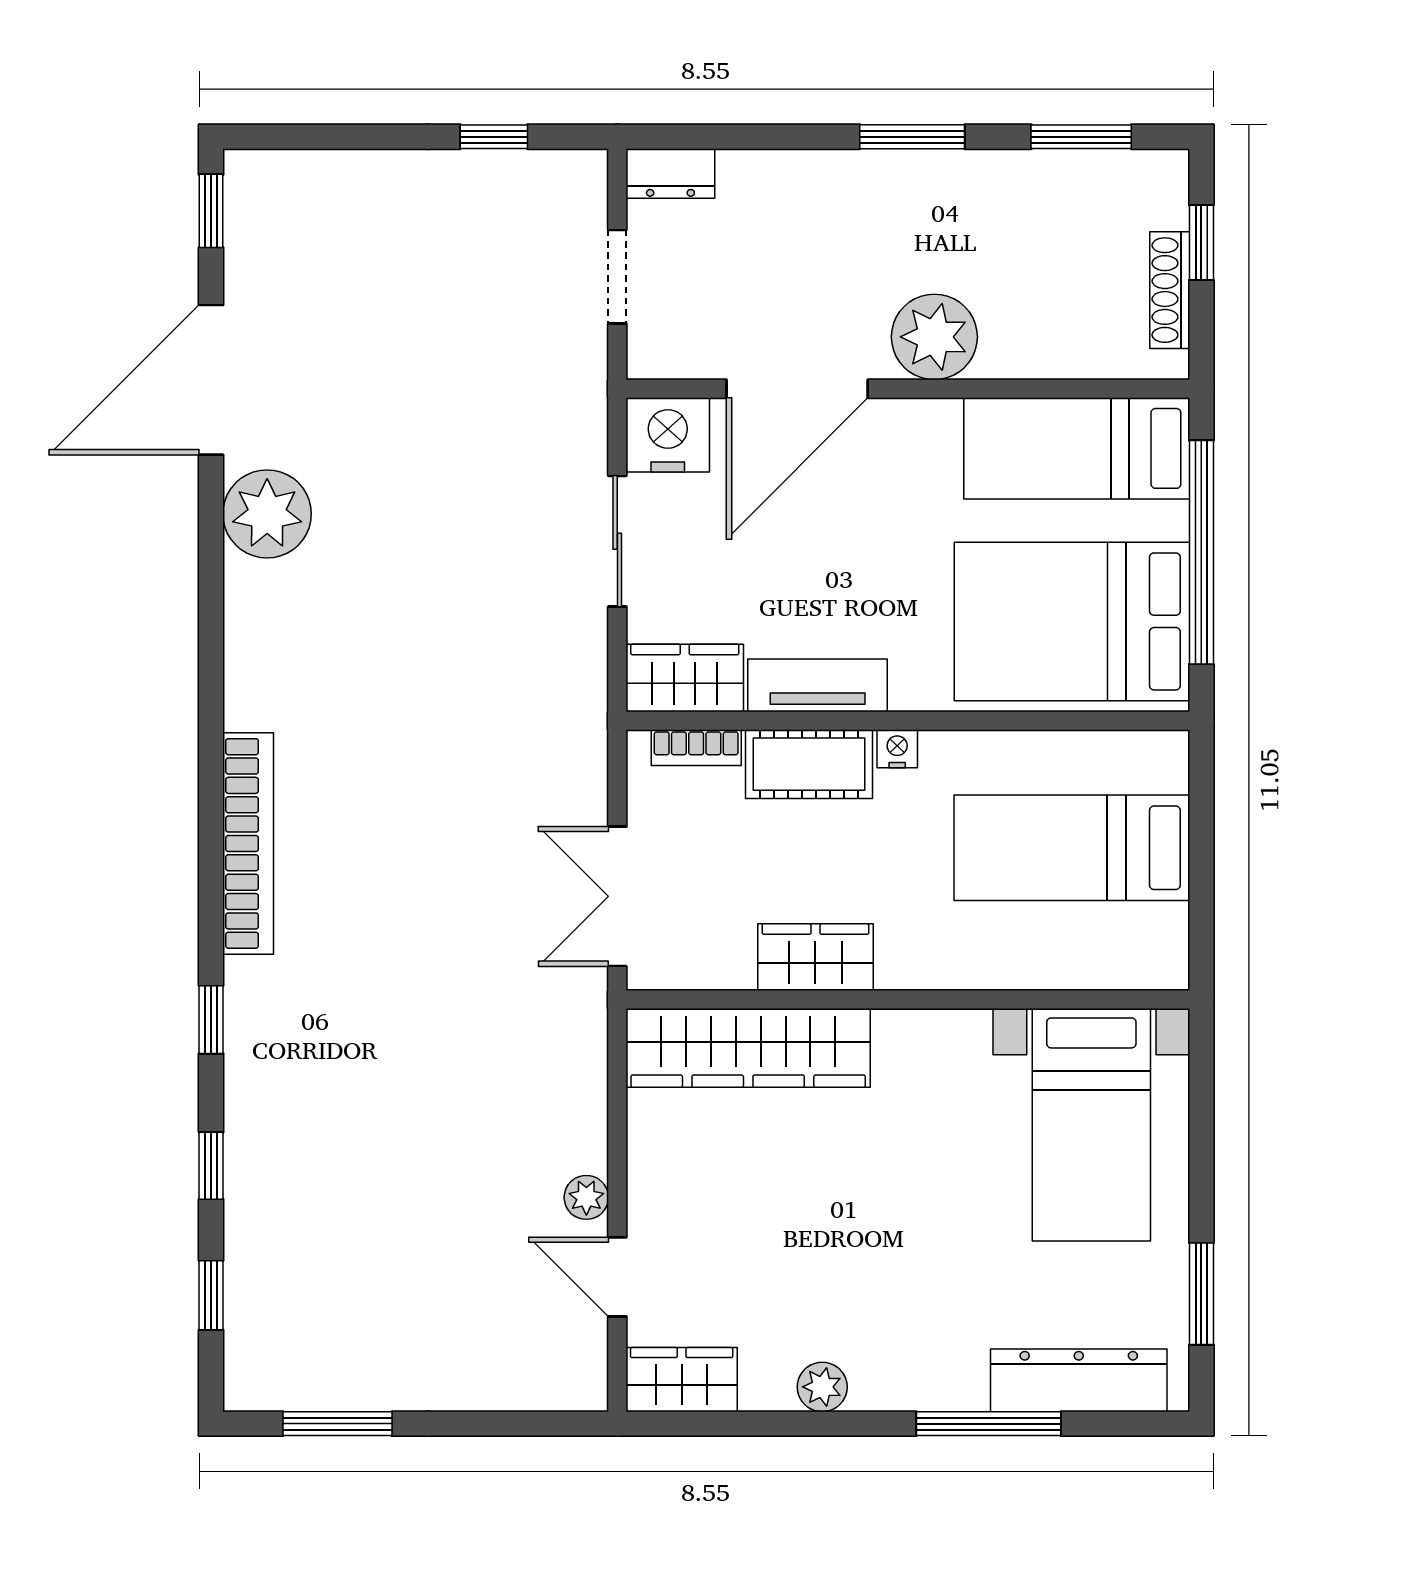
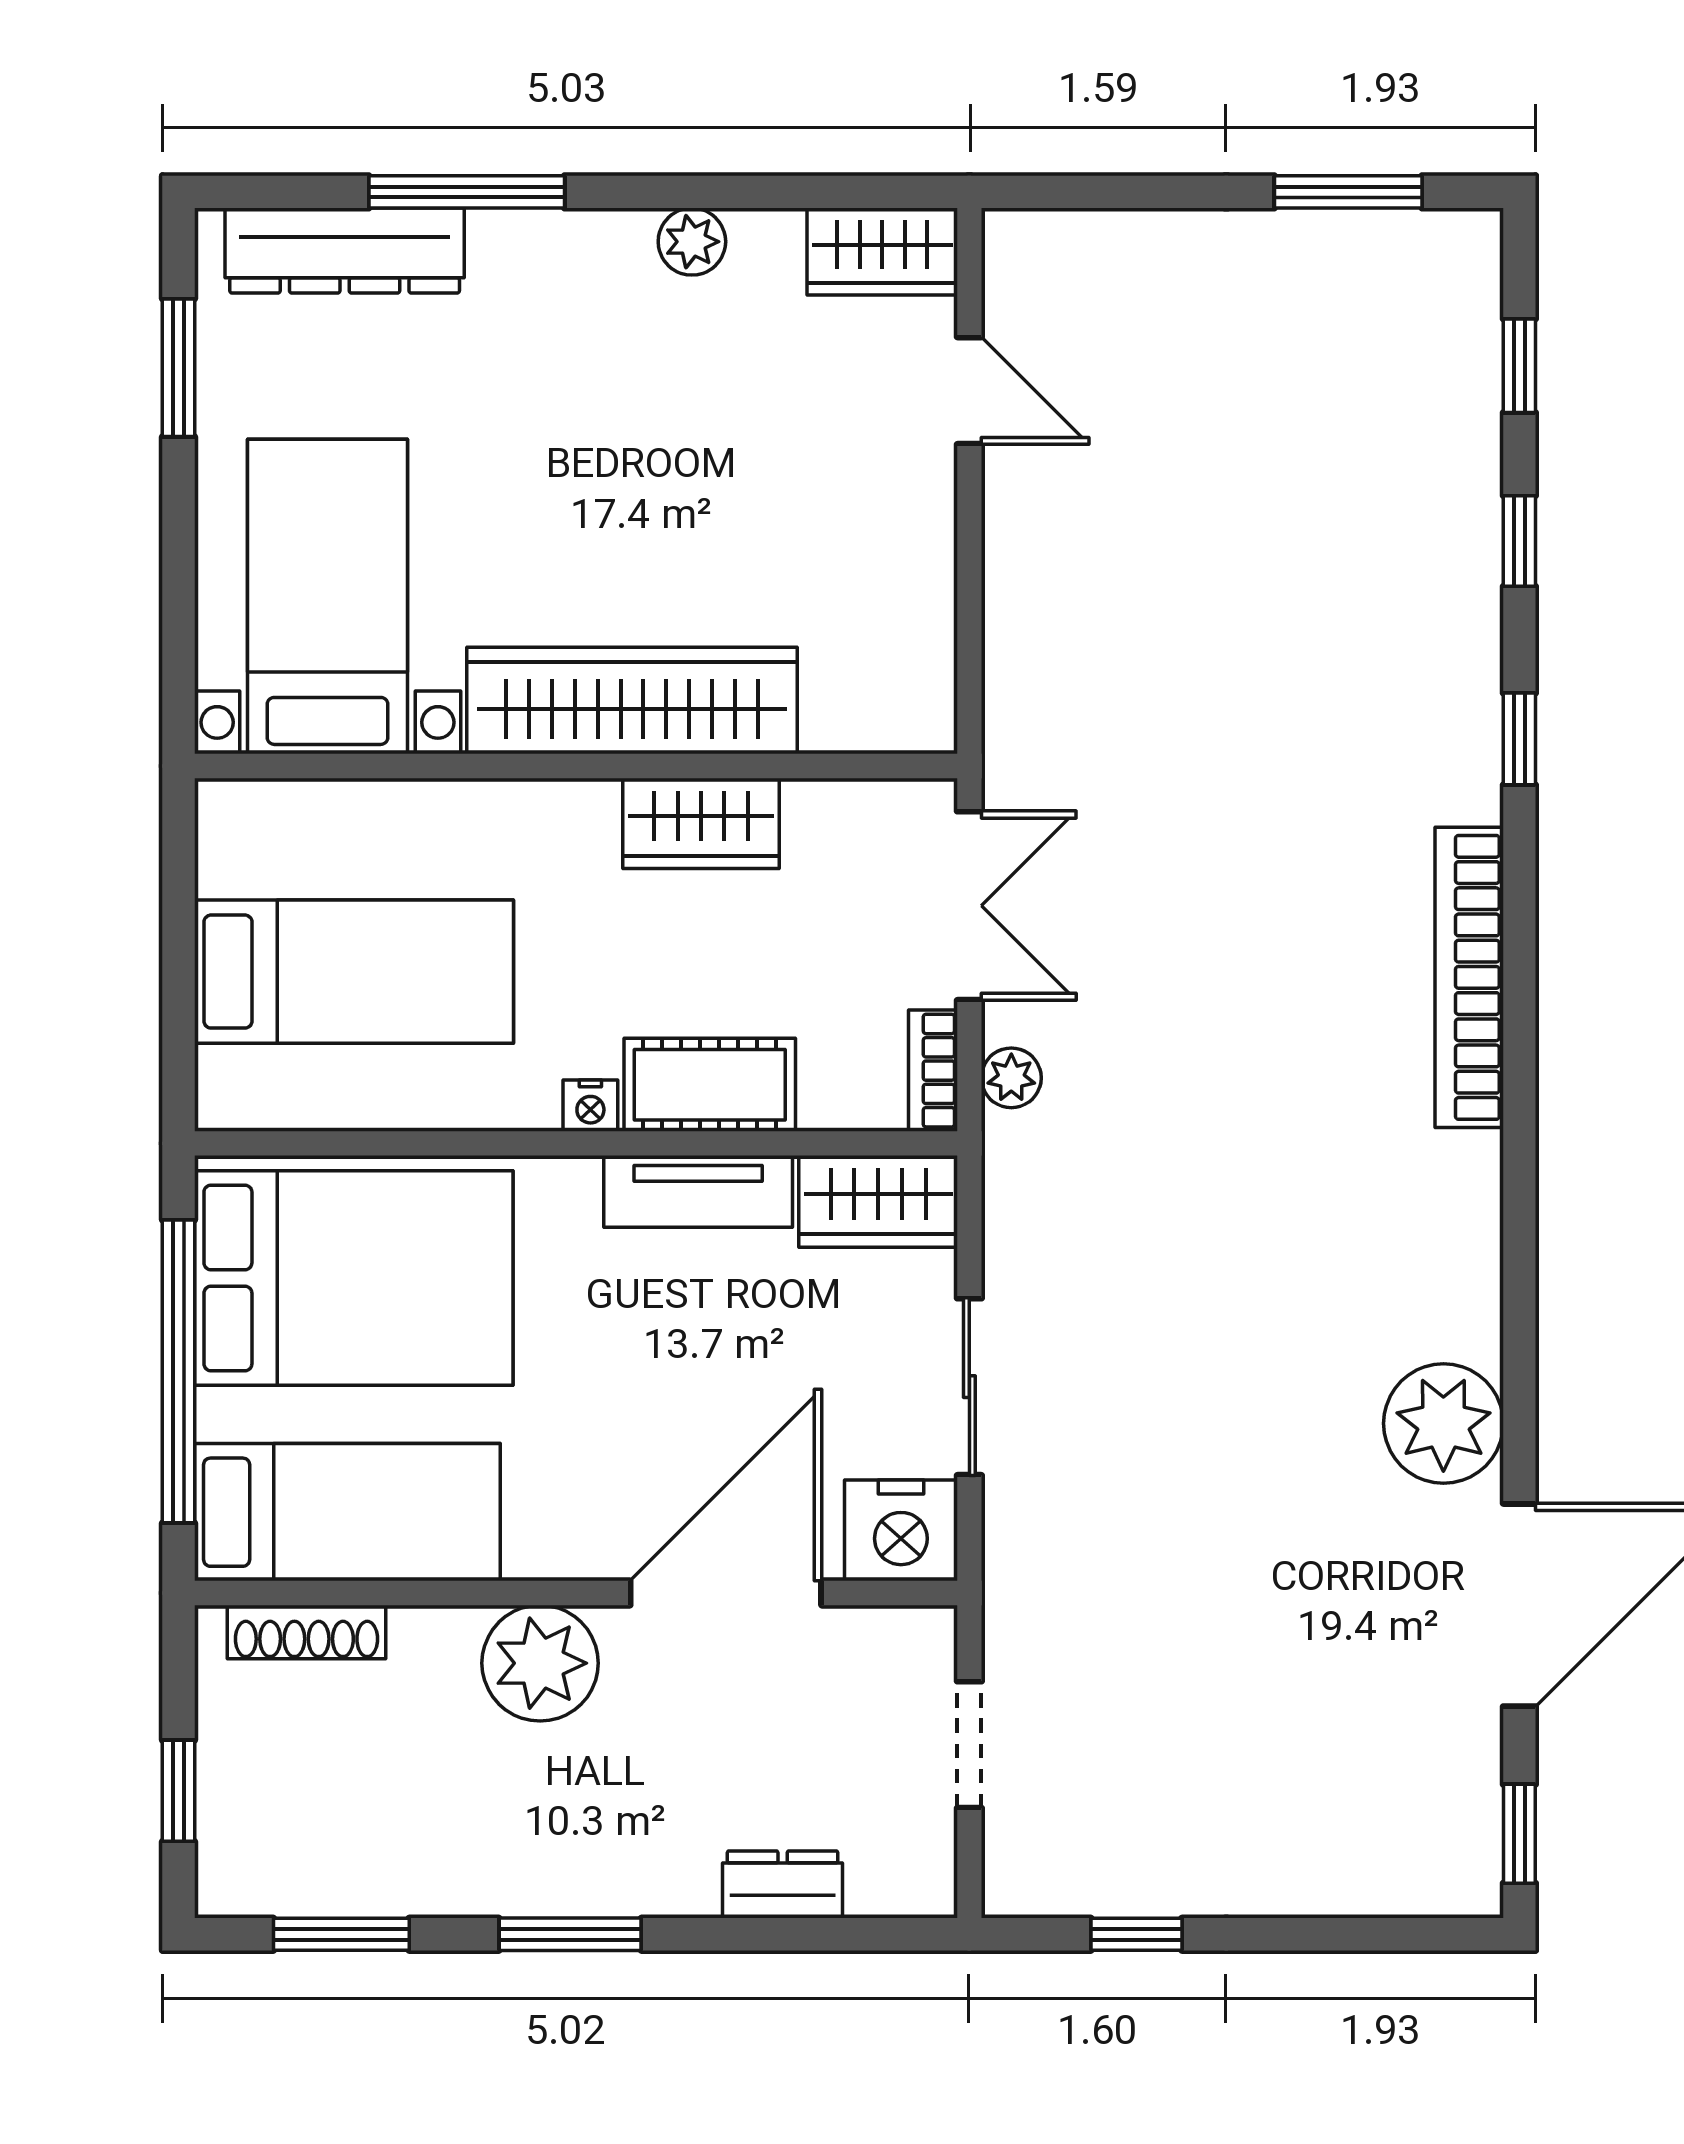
dresser: (670, 173) -> (783, 1884), moved
shoe rack: (1170, 290) -> (307, 1632), moved, turned 90
bookcase: (696, 748) -> (933, 1071), moved, turned -90
wardrobe: (748, 1048) -> (632, 700), moved
plant: (586, 1197) -> (1011, 1078), moved

